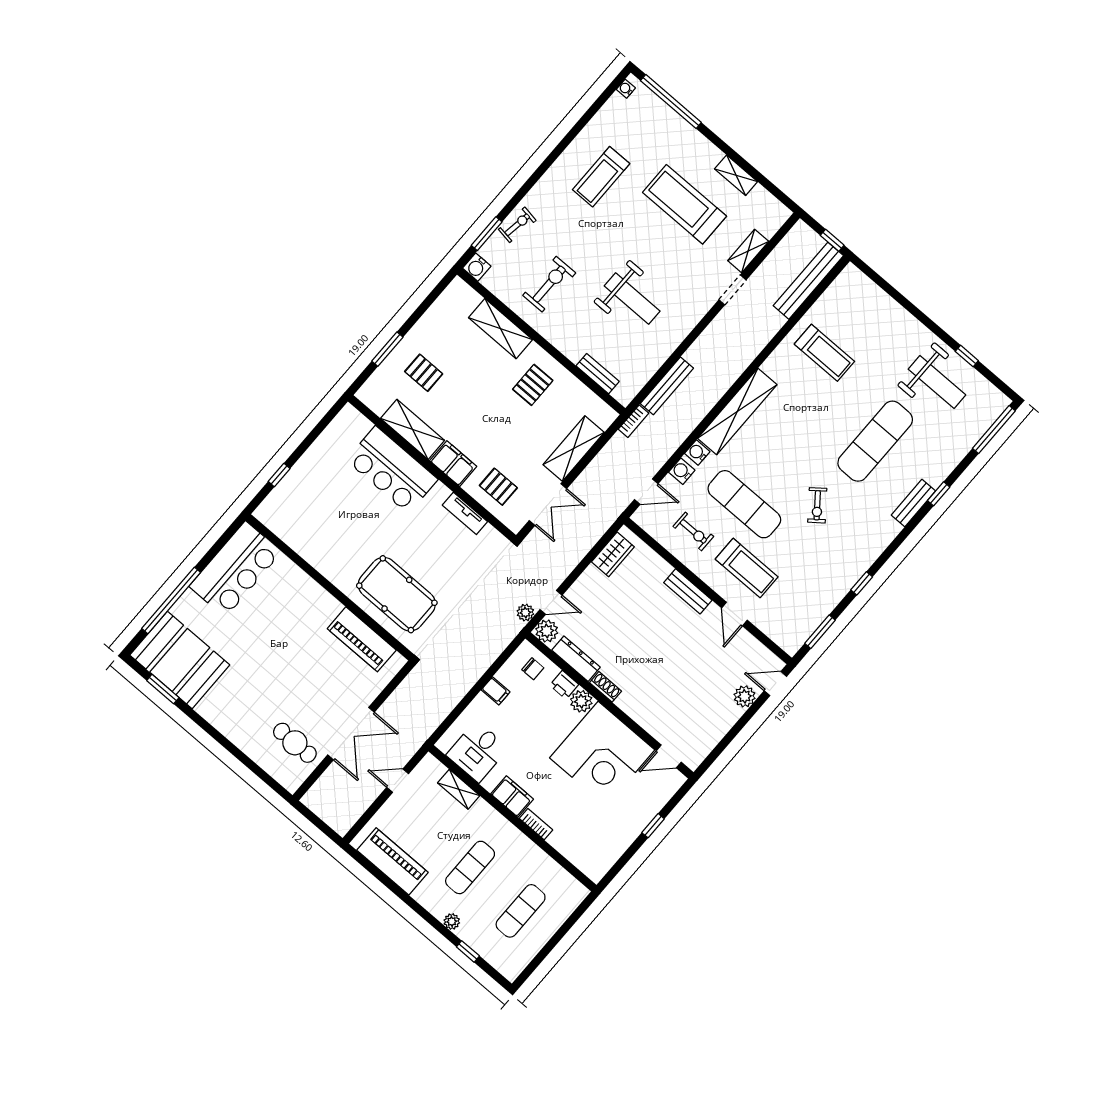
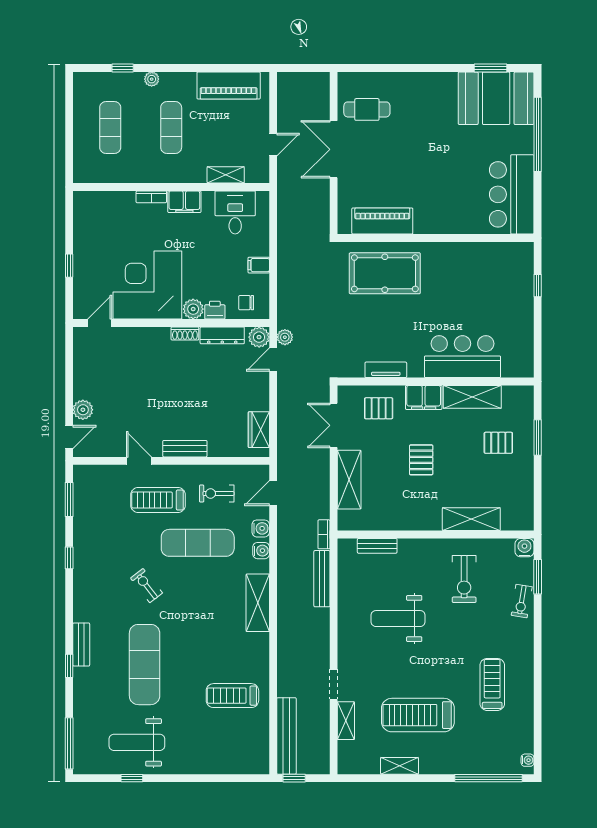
treadmill: (685, 204) -> (418, 715), turned 180
pallet: (533, 385) -> (421, 460), moved
shelving: (737, 412) -> (258, 603), width x0.68

